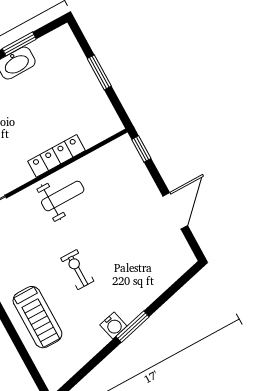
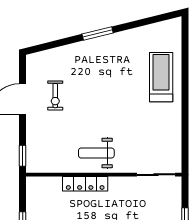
exercise bike: (77, 270) -> (55, 96), moved
water cooler: (113, 325) -> (111, 42), removed

